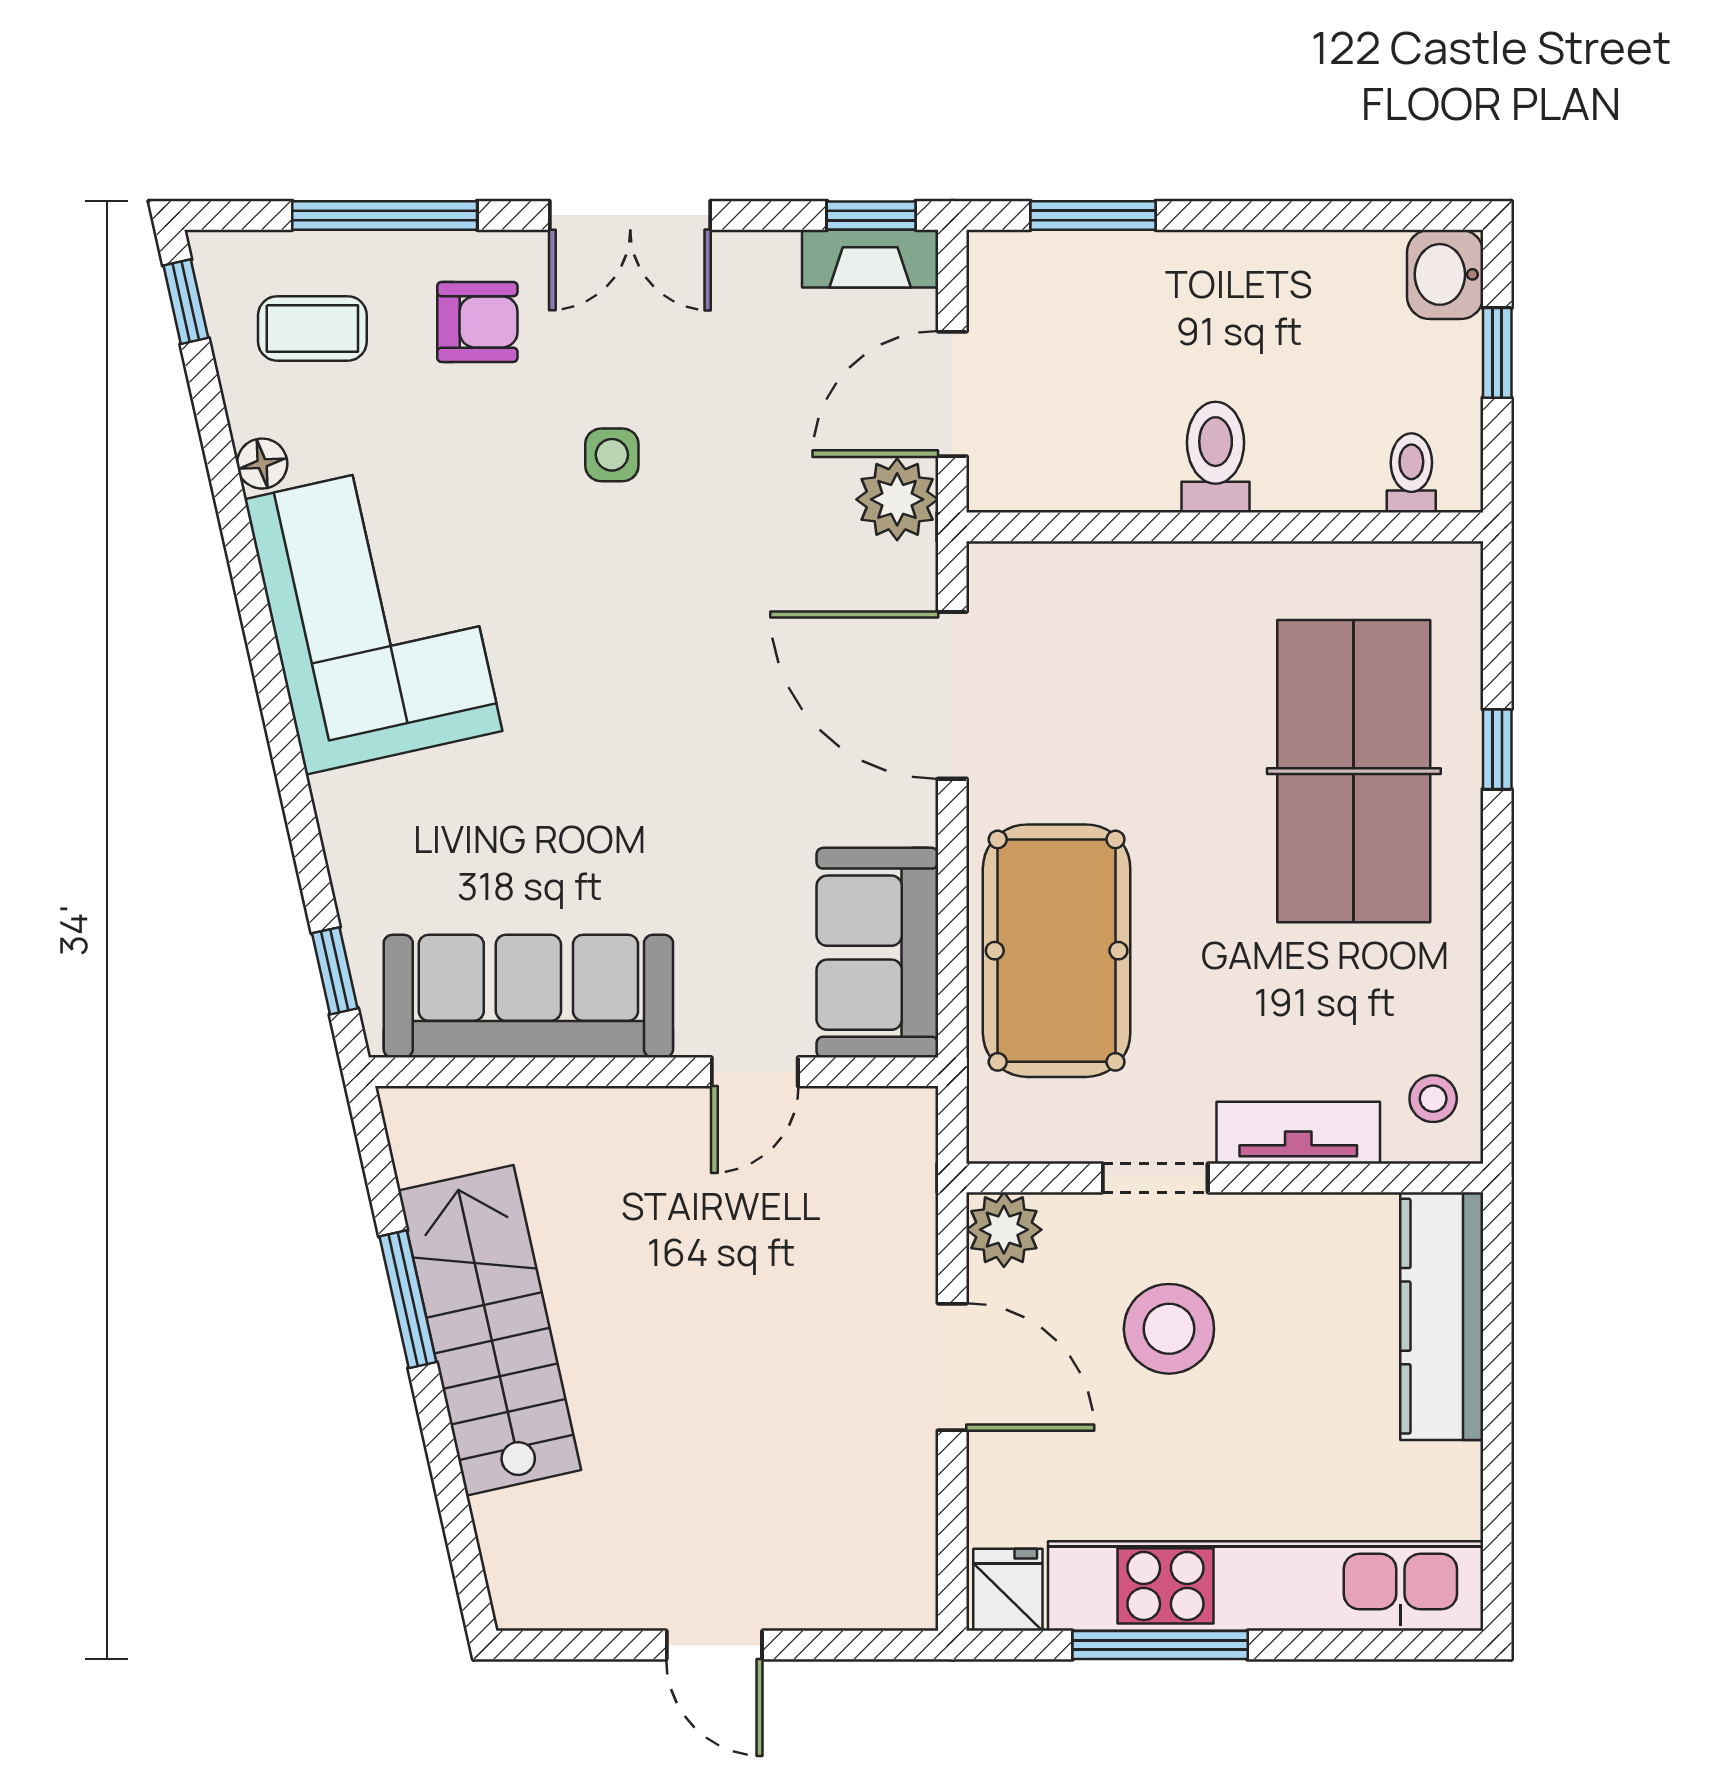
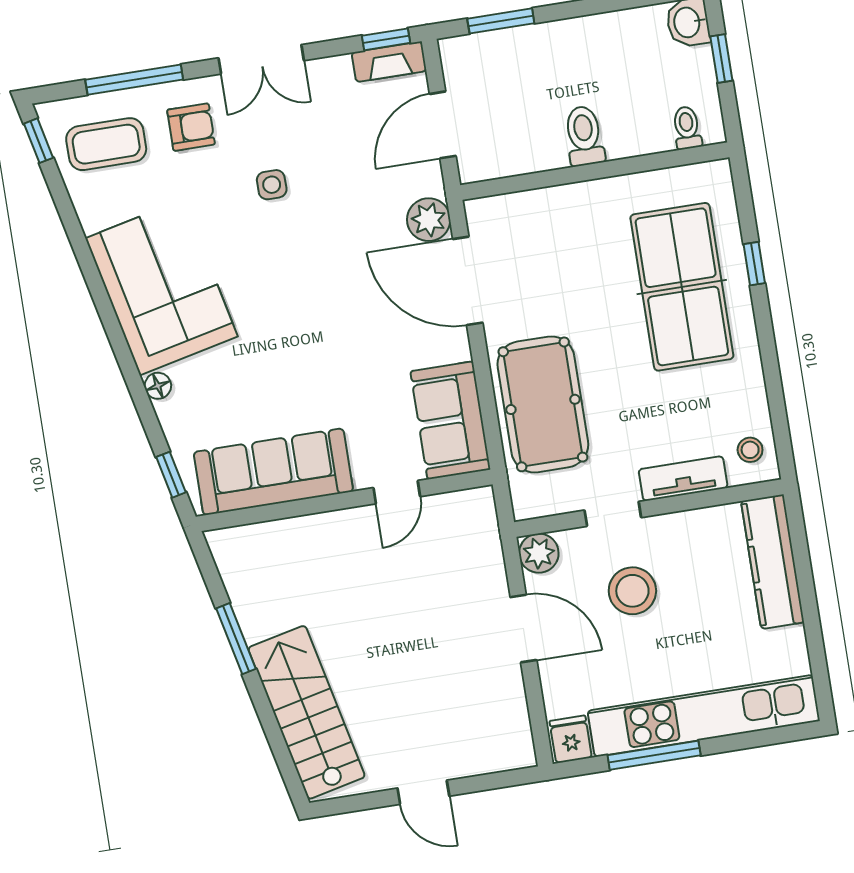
coffee table: (312, 328) -> (106, 144), width x1.36, depth x1.30
floor lamp: (262, 464) -> (158, 386), moved
plant: (897, 499) -> (429, 220), moved
stairs: (490, 1330) -> (307, 712), moved

